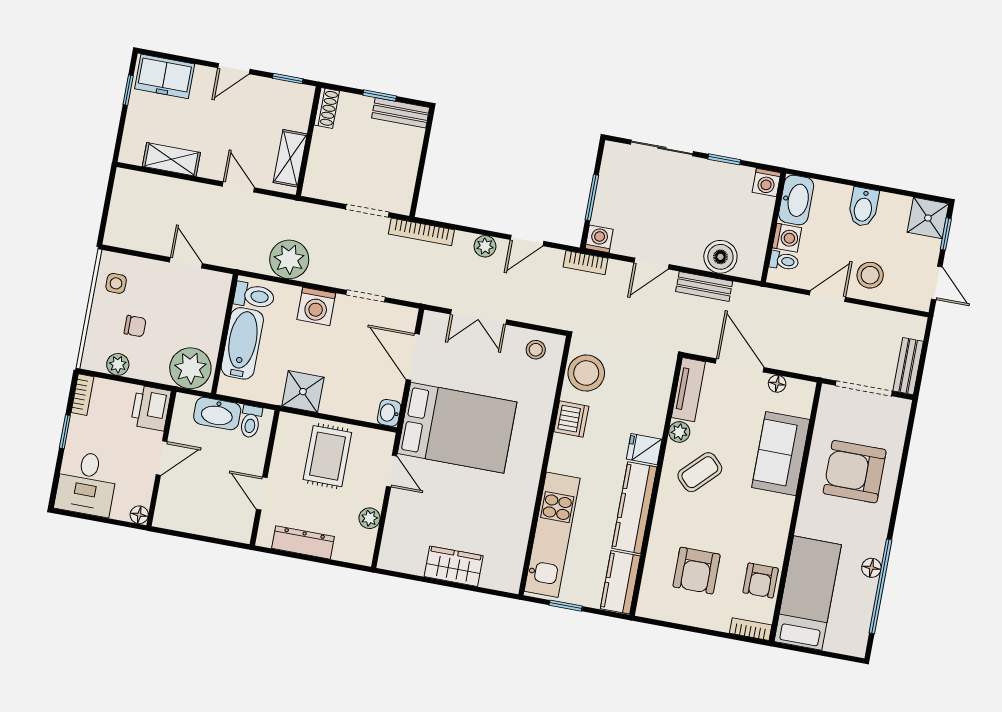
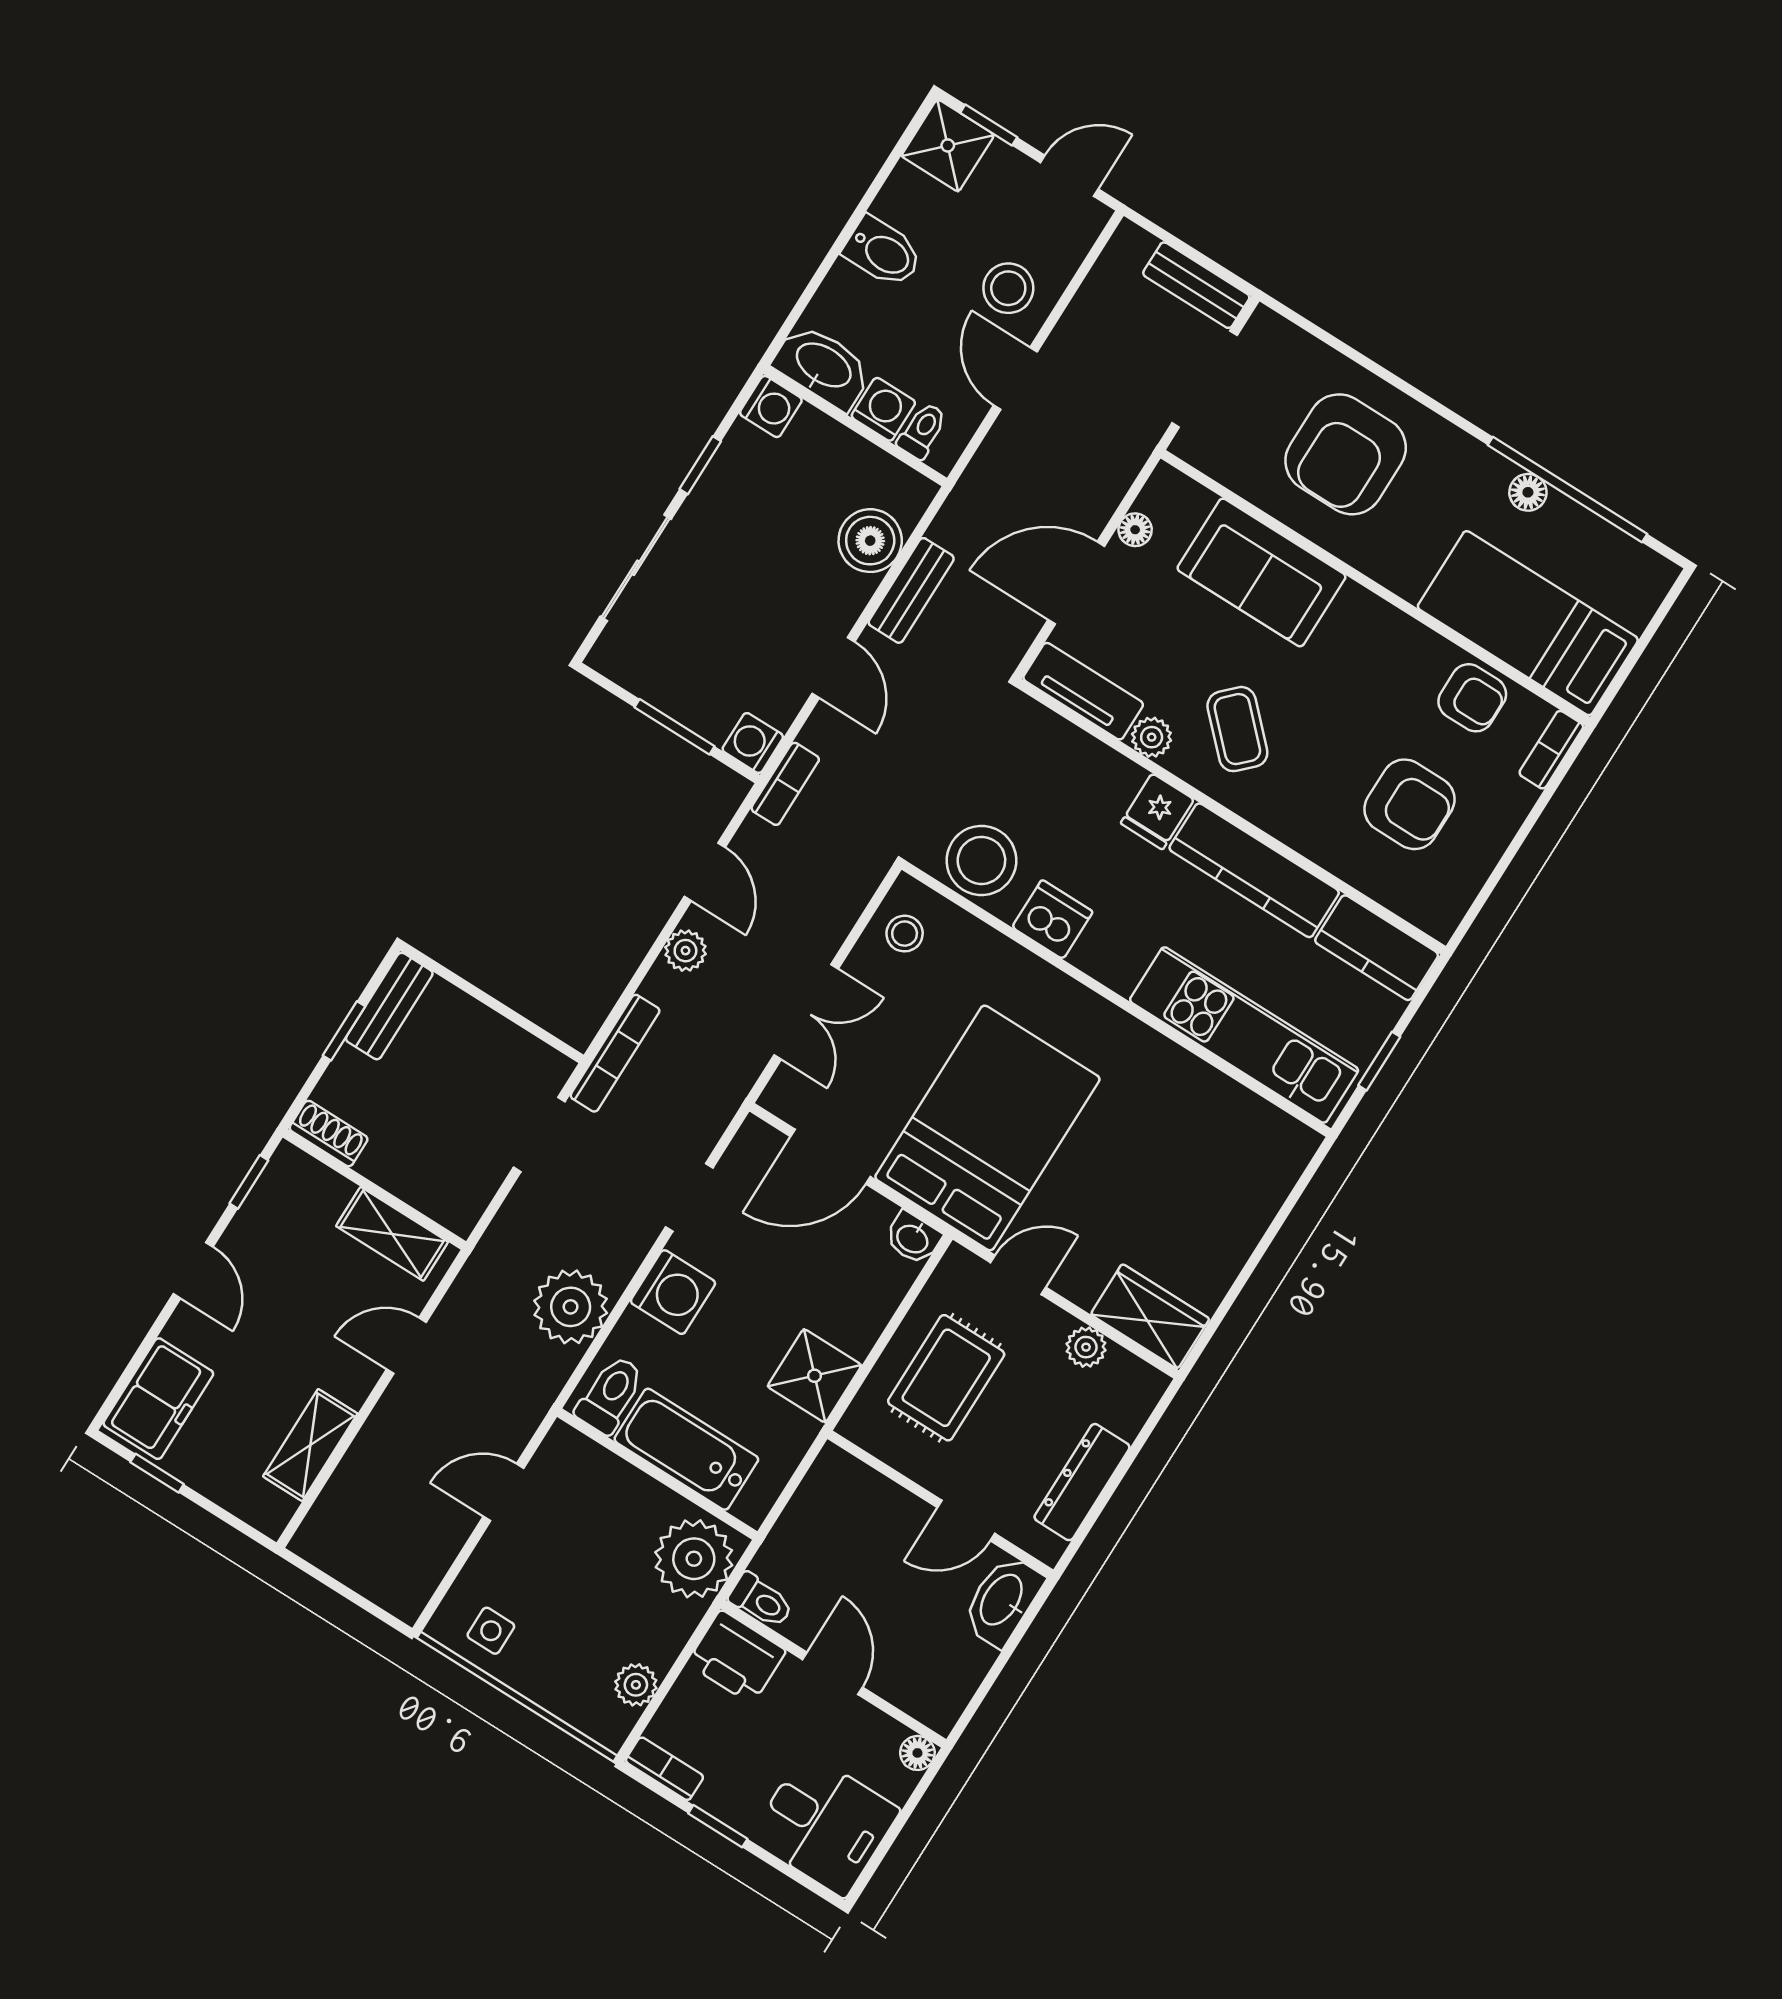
chair: (135, 326) -> (580, 1627), removed
washbasin: (217, 414) -> (1003, 1600), moved, turned 180
toilet: (251, 422) -> (761, 1601), moved
rug: (327, 456) -> (946, 1378), turned 90
wardrobe: (454, 566) -> (1150, 1316), moved, turned 90

